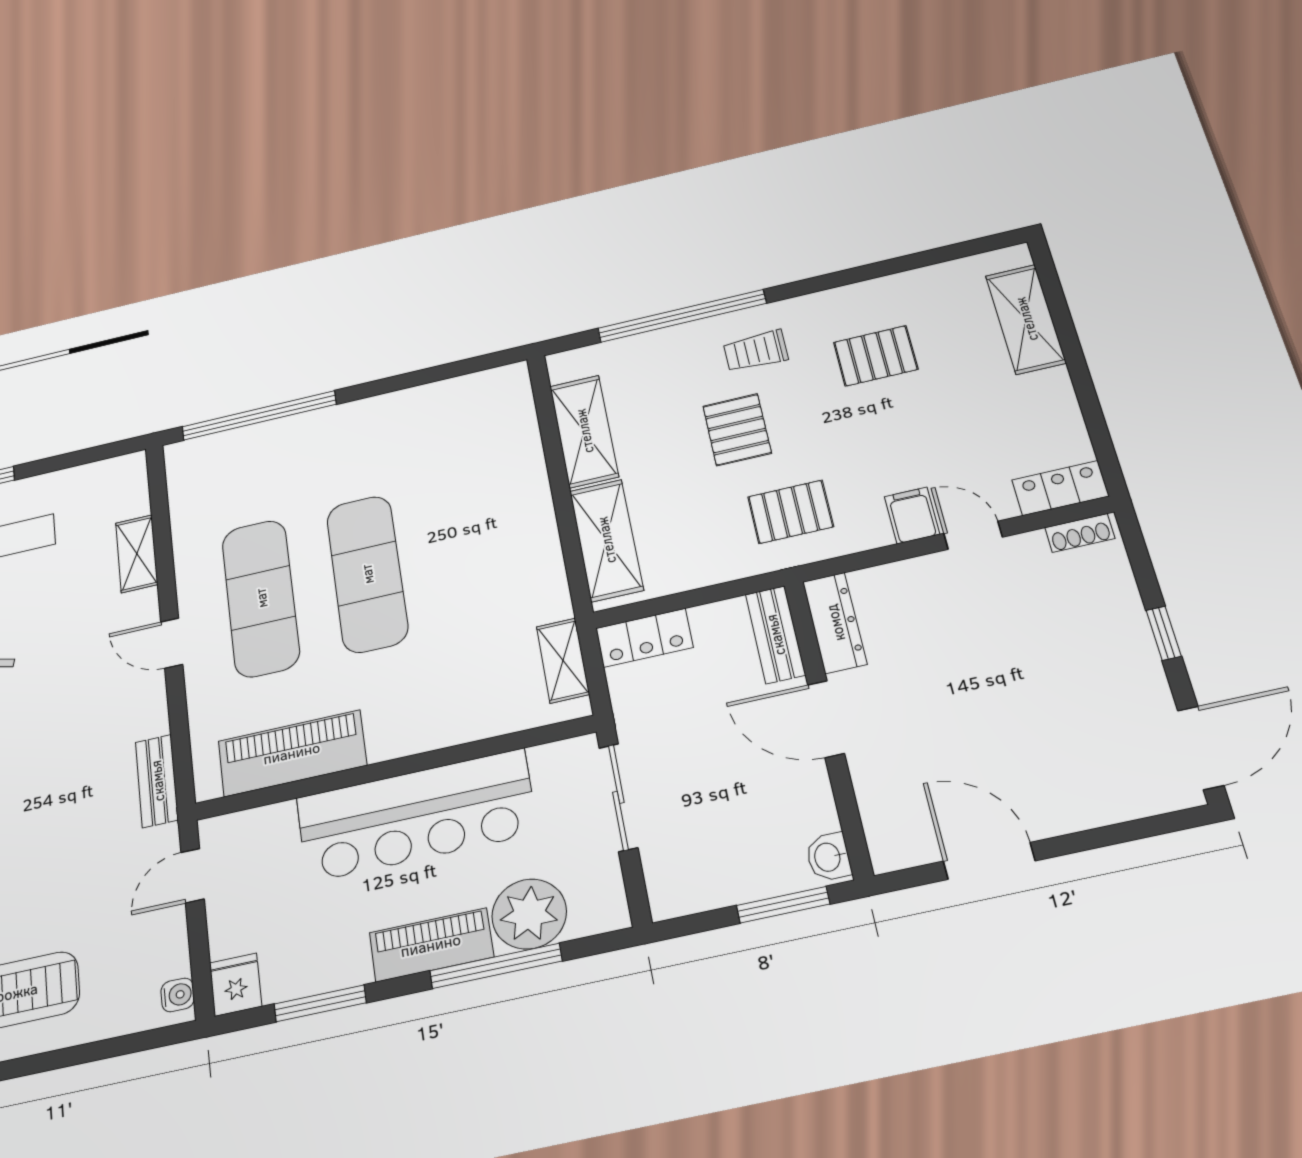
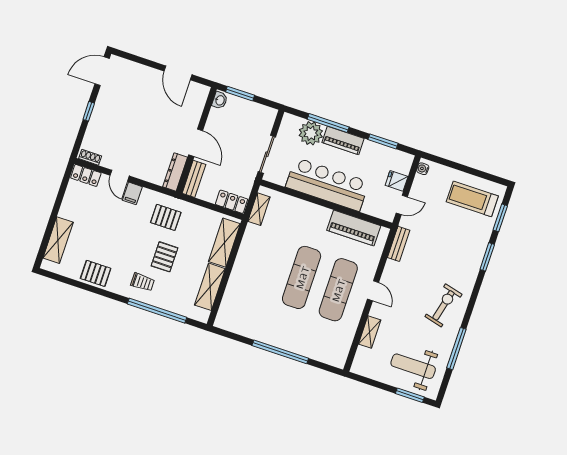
pallet: (876, 356) -> (96, 273), moved
window: (259, 415) -> (280, 352), moved
fridge: (236, 985) -> (397, 181), moved, turned 90

